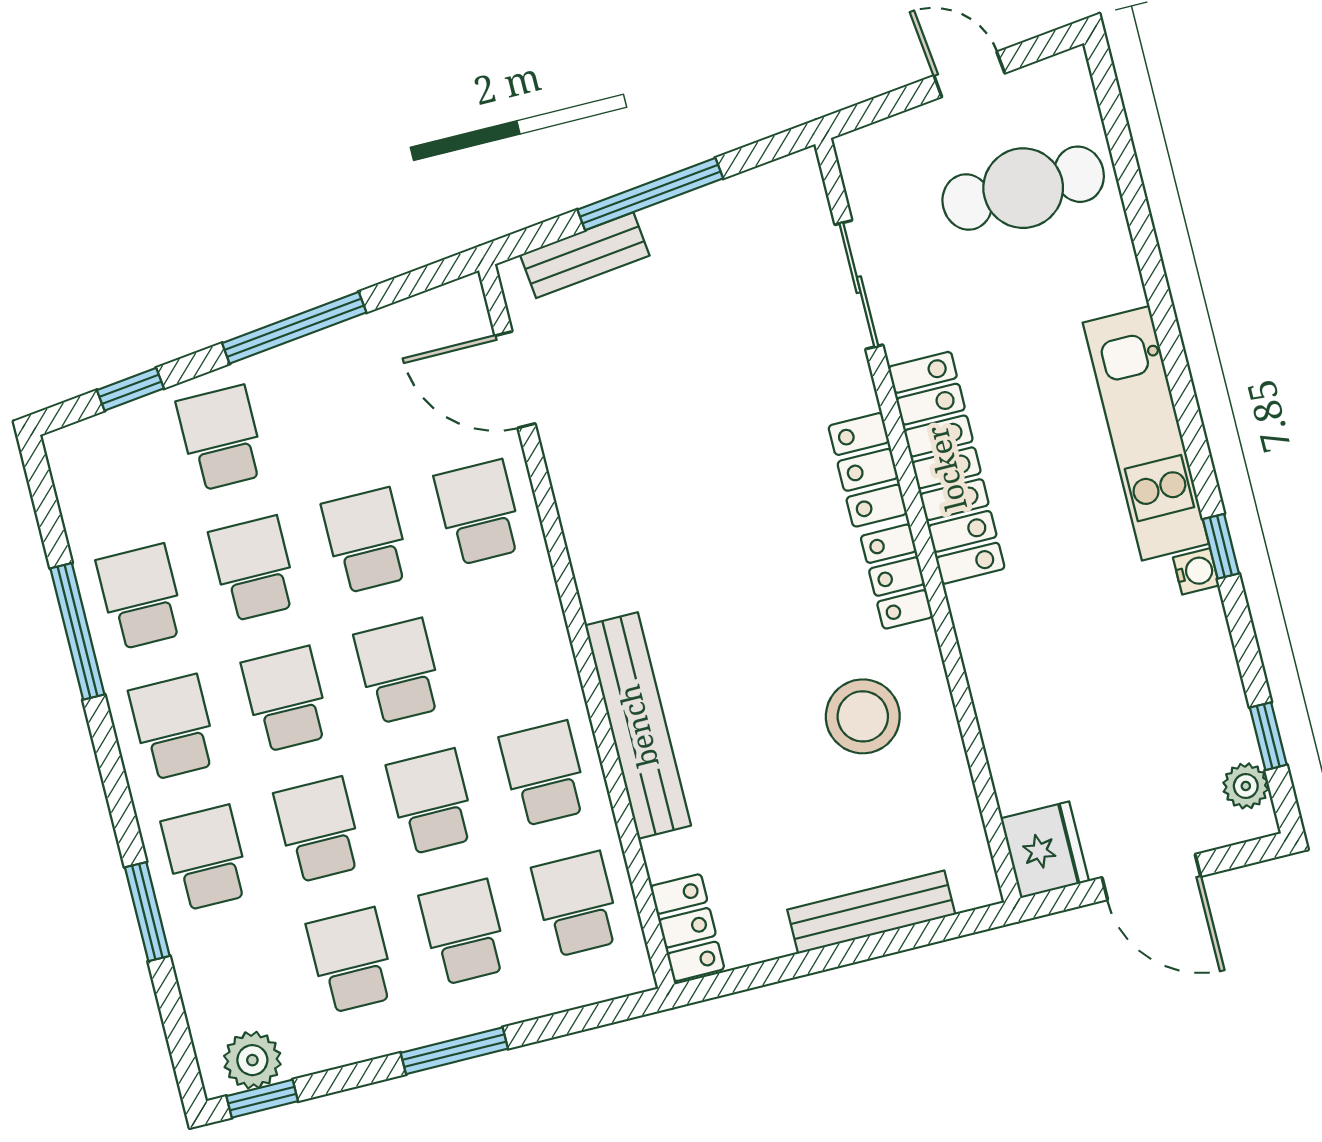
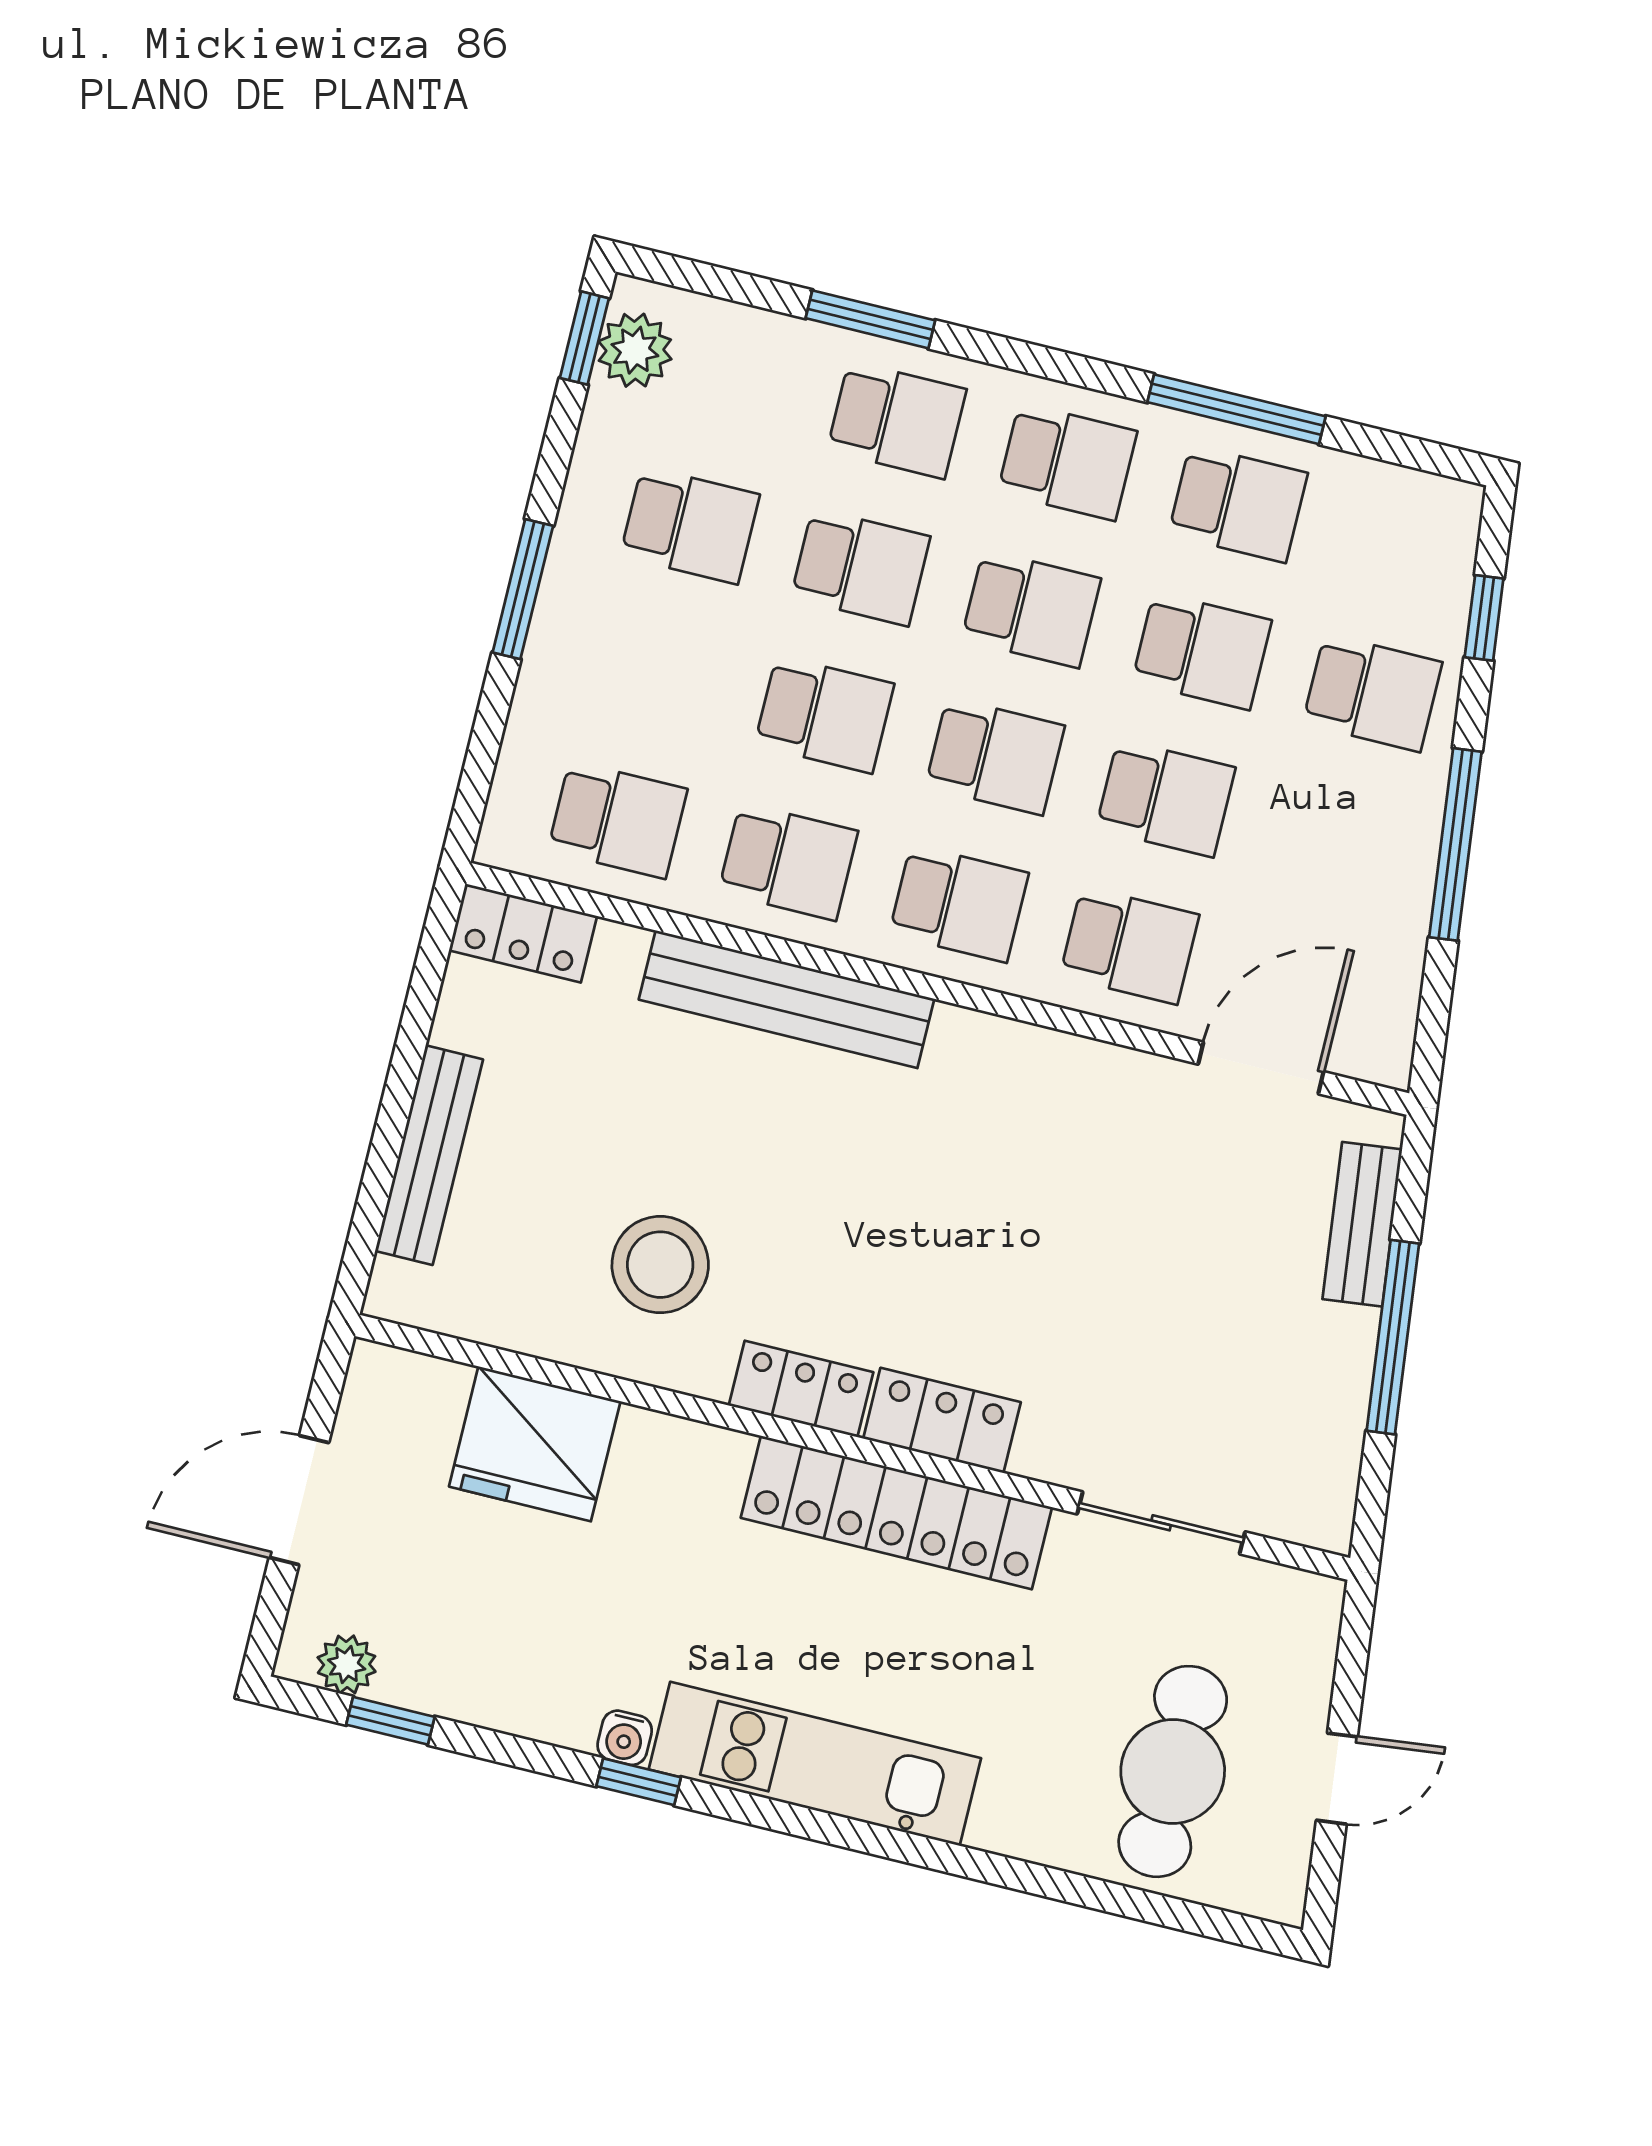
fridge: (1045, 850) -> (535, 1444), moved, width x1.36, depth x1.34
school desk: (464, 932) -> (959, 903), moved

